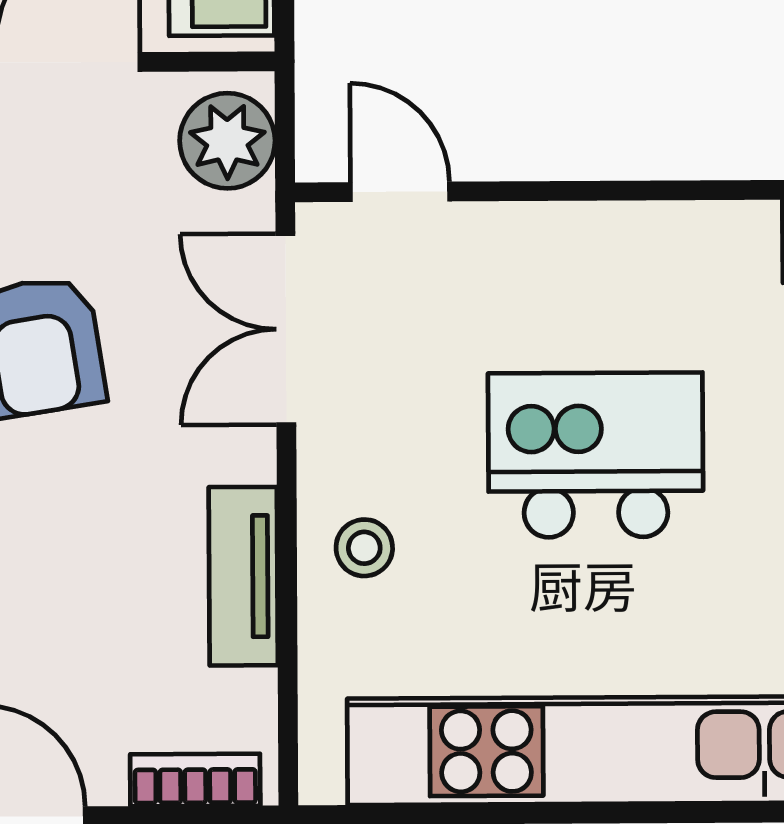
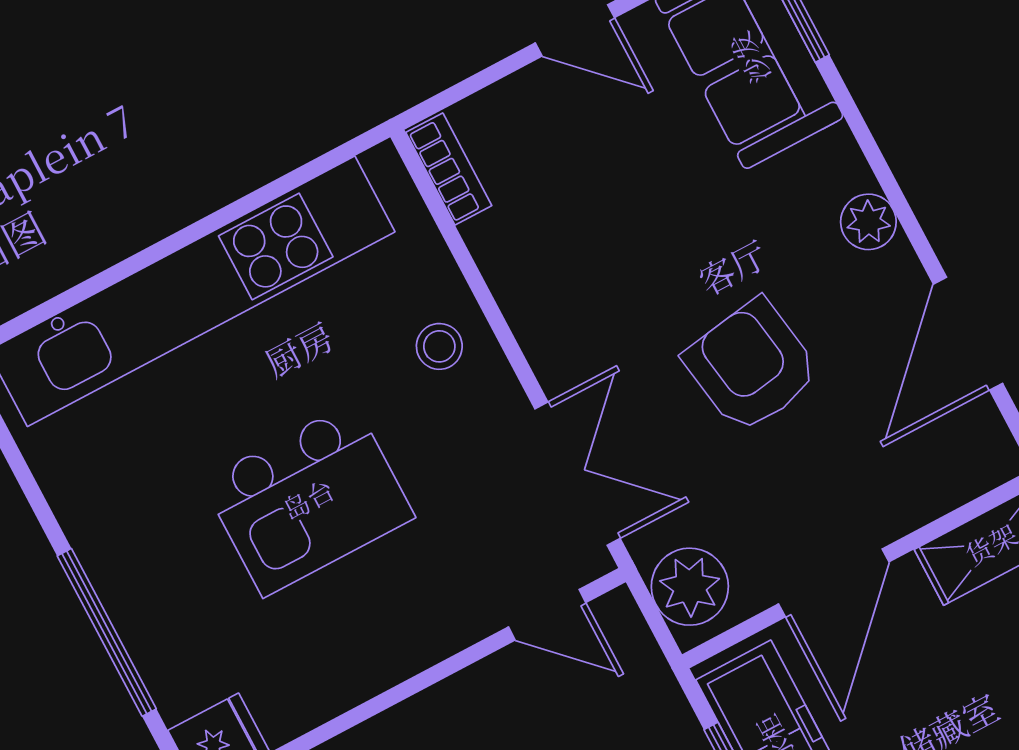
tv unit: (243, 576) -> (515, 281), removed
bookcase: (195, 780) -> (449, 169), moved, turned -90

